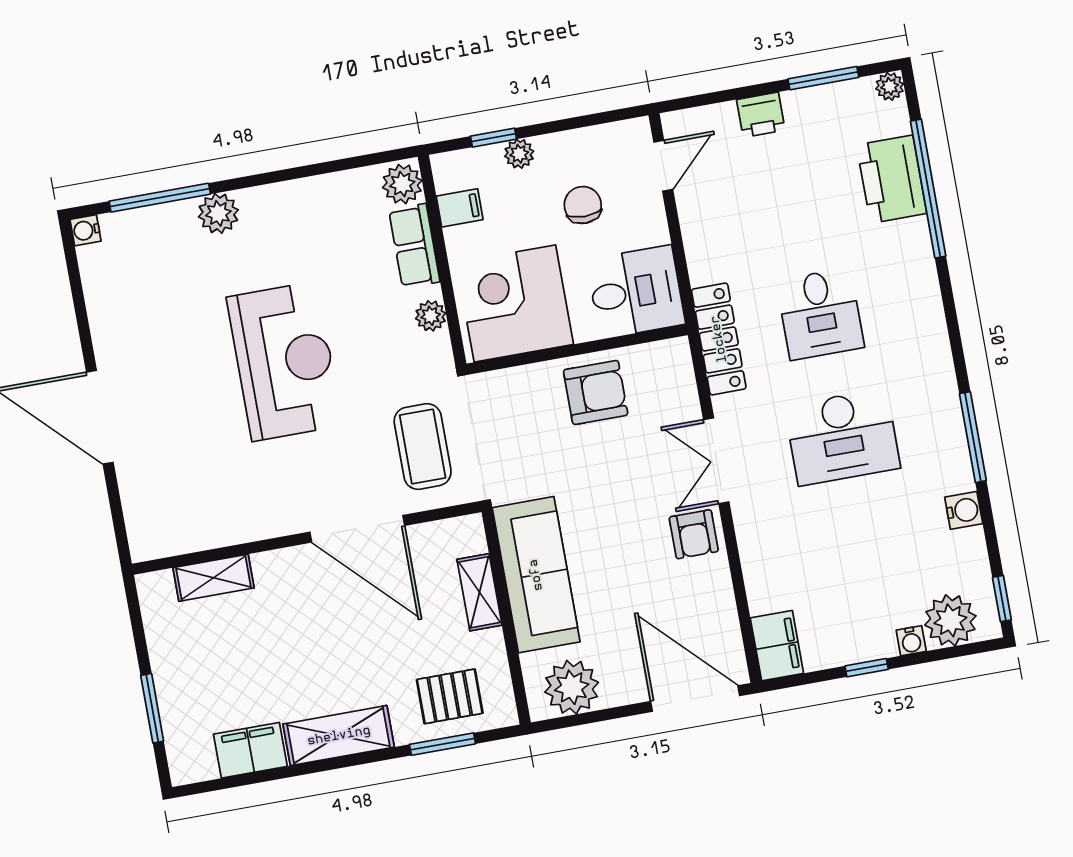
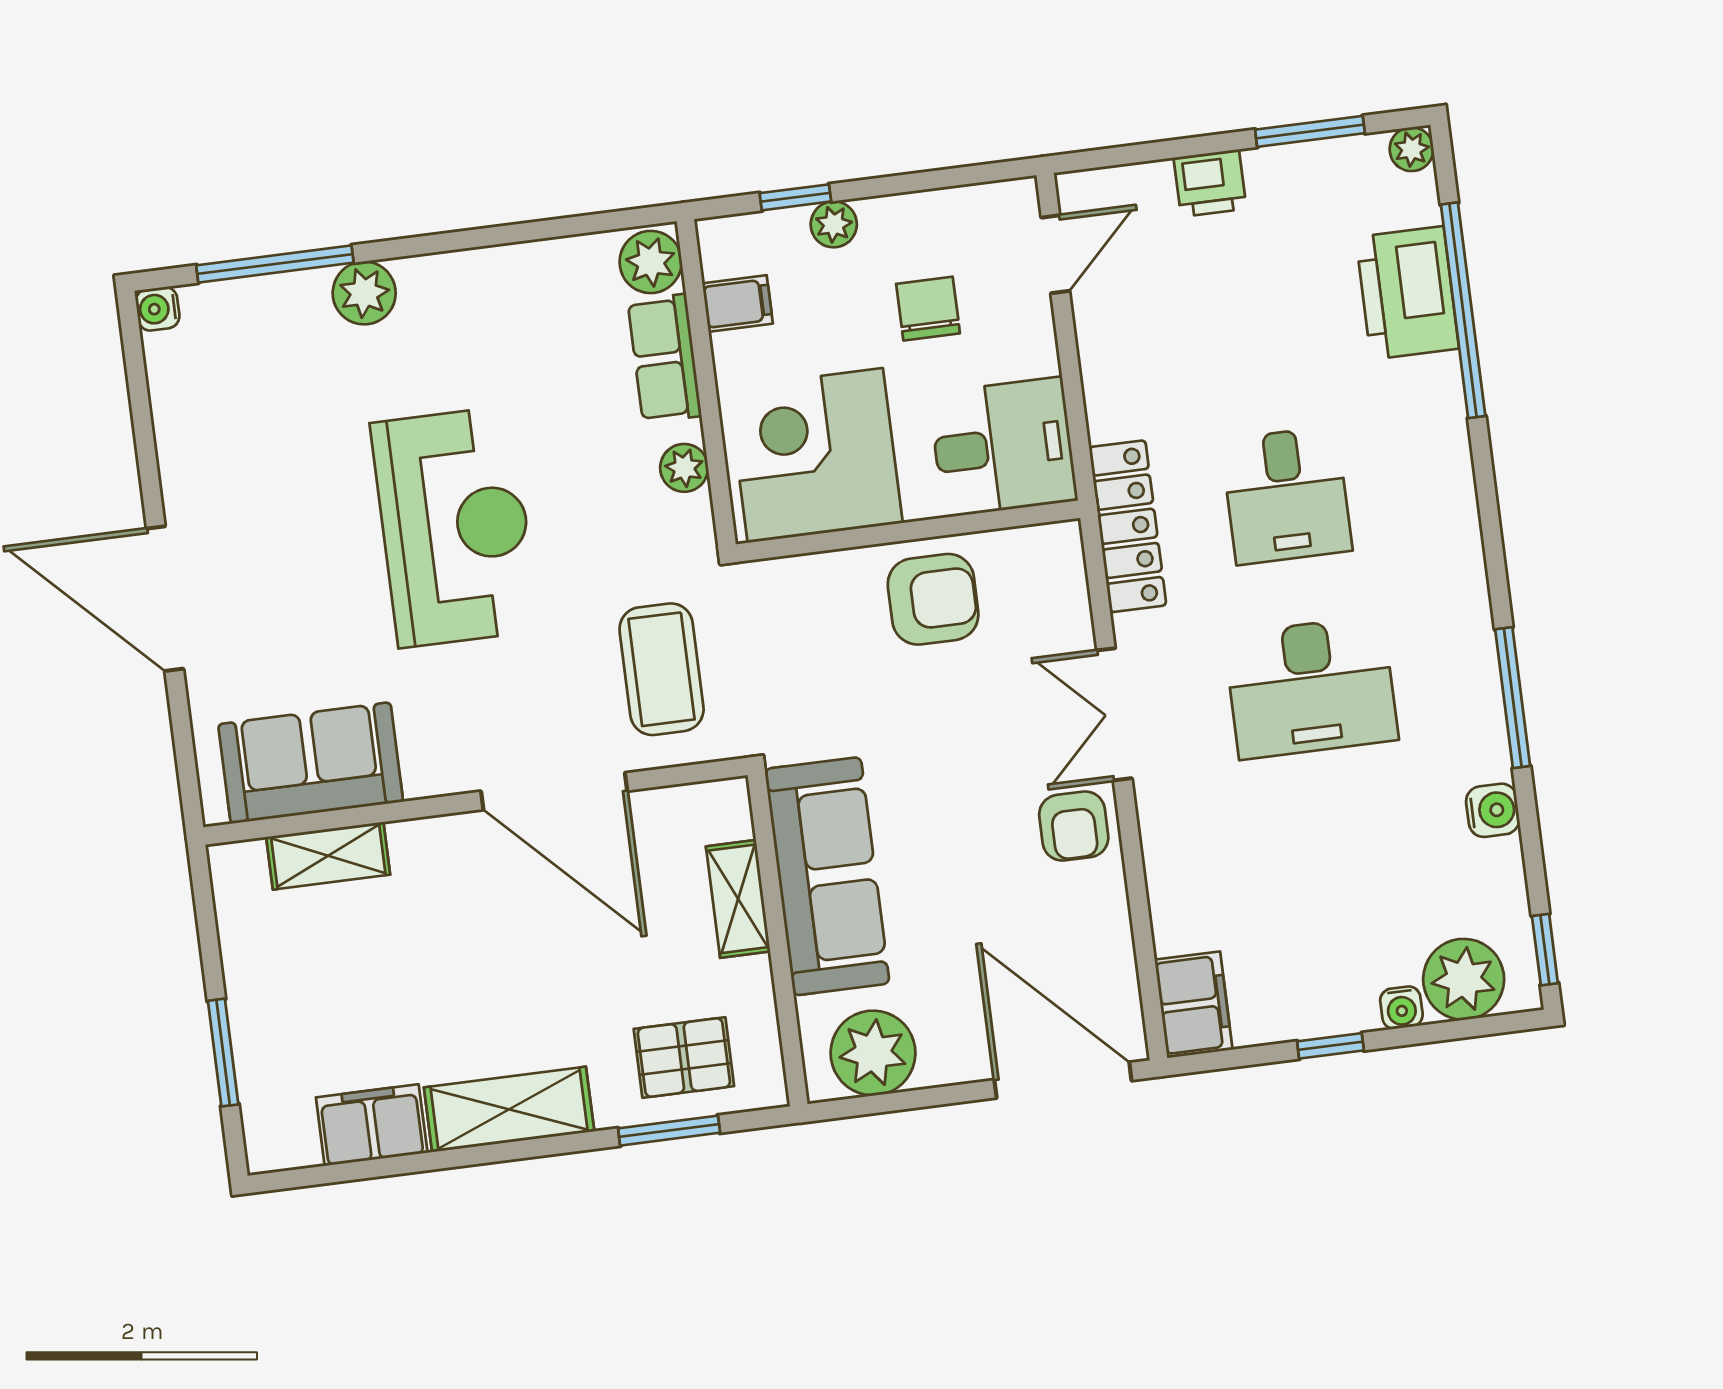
sofa: (199, 519) -> (311, 763), added

